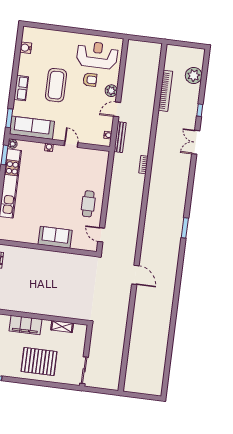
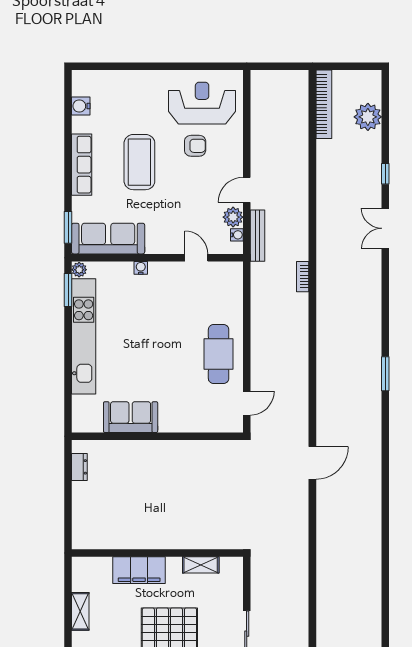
row of seats: (21, 88) -> (82, 165), width x1.48
plant: (111, 91) -> (233, 217), moved
bookcase: (165, 91) -> (324, 104), moved
door: (71, 144) -> (196, 258), moved
cafe table: (88, 204) -> (219, 354), width x1.37, depth x1.35
door: (101, 235) -> (247, 403), swing flipped
sofa: (55, 237) -> (131, 417), moved
door: (135, 275) -> (312, 463), hinge flipped

